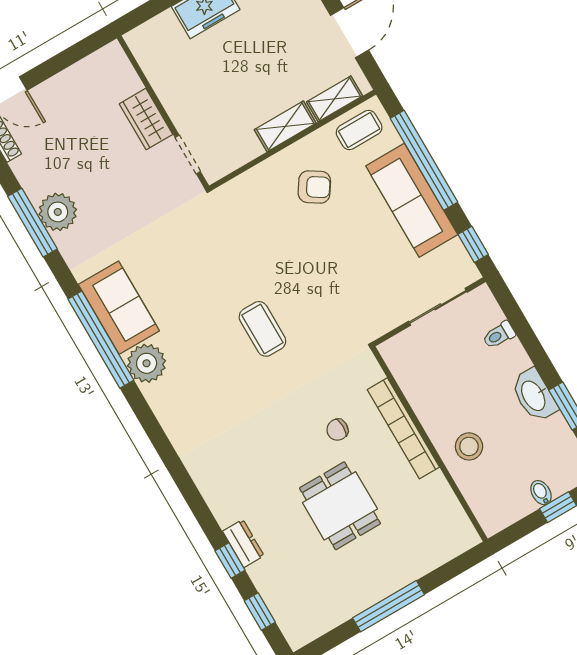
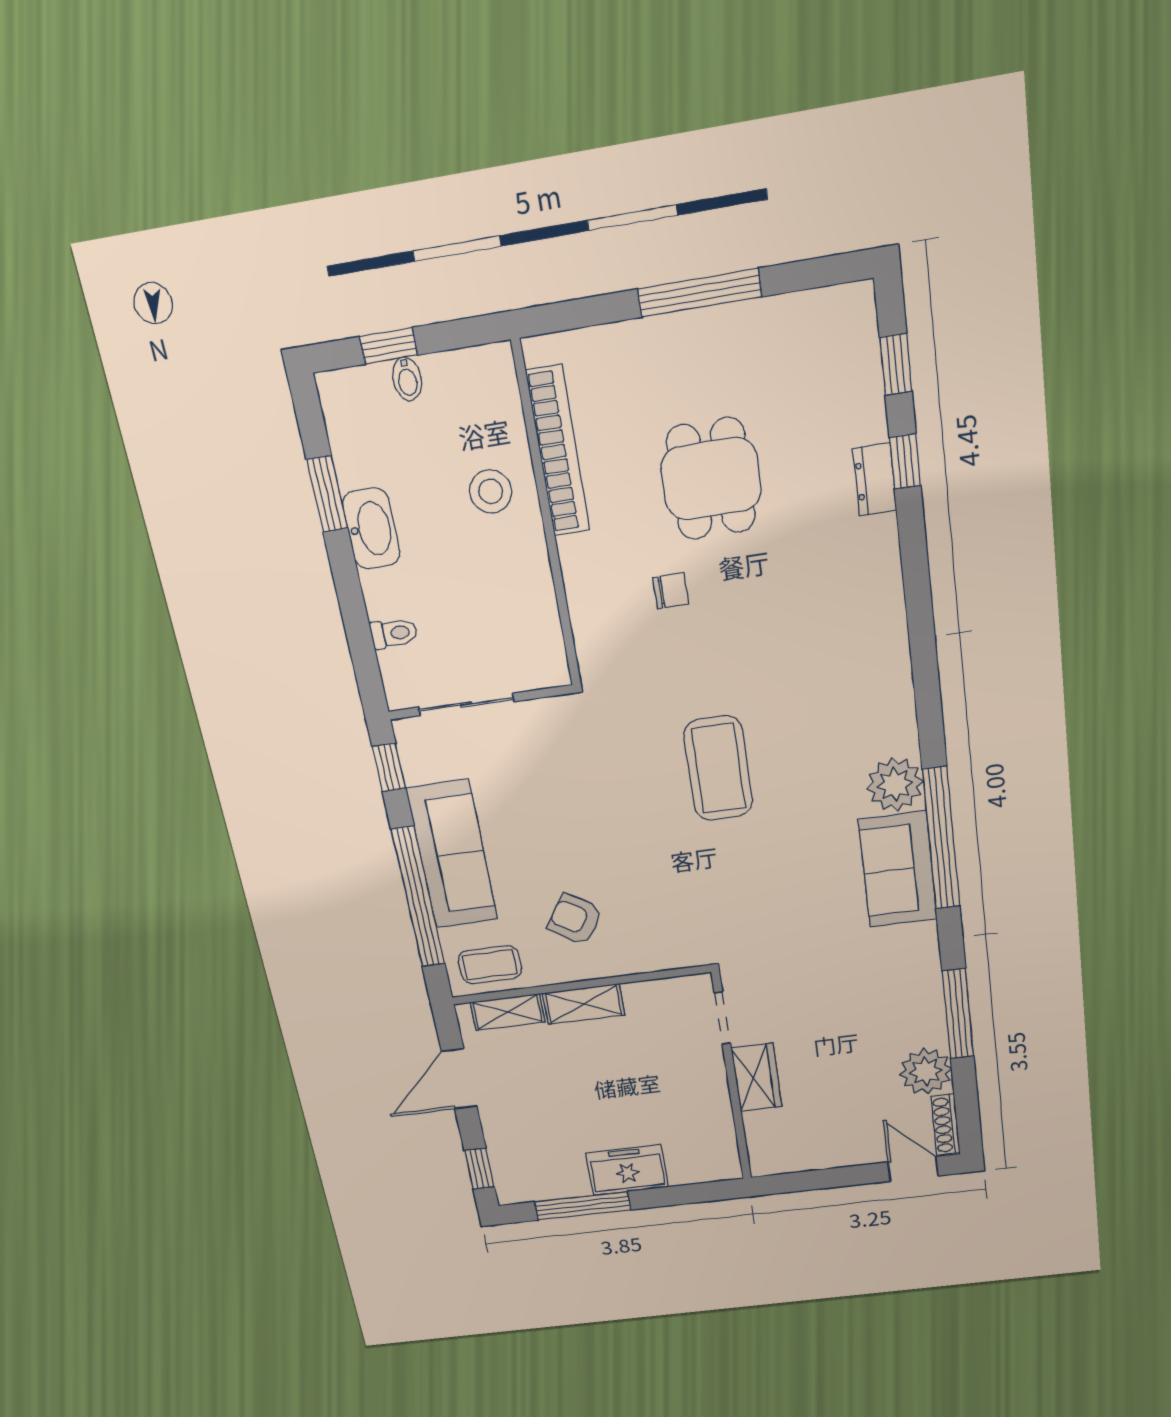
plant: (58, 212) -> (926, 1072), moved
coffee table: (262, 329) -> (718, 768), width x1.36, depth x1.32
bookcase: (403, 428) -> (558, 451), moved

